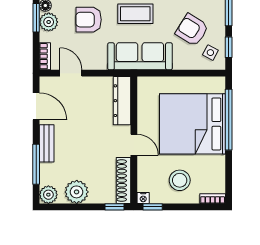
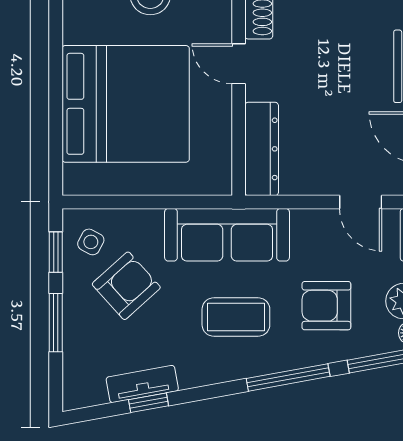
armchair: (89, 20) -> (326, 306), turned 180
armchair: (192, 30) -> (126, 286), turned -74
window: (229, 120) -> (56, 112), removed

